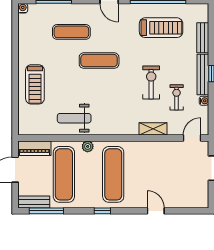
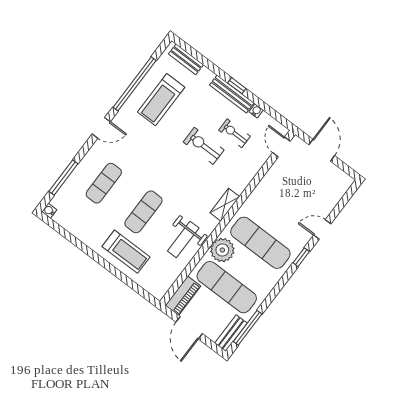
treadmill: (161, 28) -> (161, 100), turned 180
bench: (203, 38) -> (186, 59), moved
exercise mat: (99, 61) -> (143, 212), moved
shelving: (153, 129) -> (225, 205), moved
plant: (88, 146) -> (222, 250), width x1.88, depth x1.88
window: (102, 211) -> (301, 257), moved

